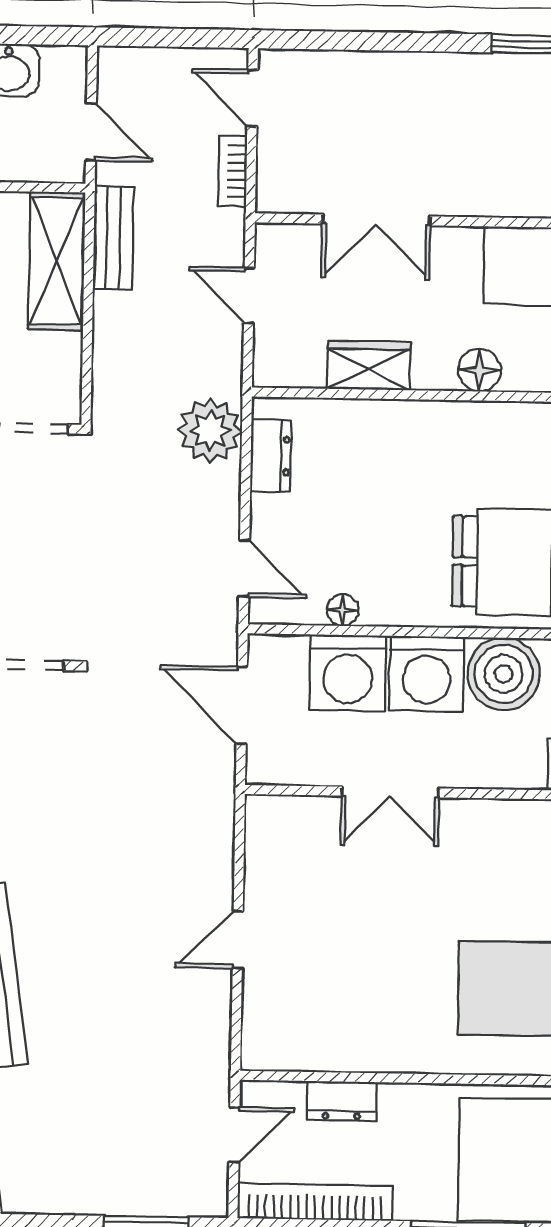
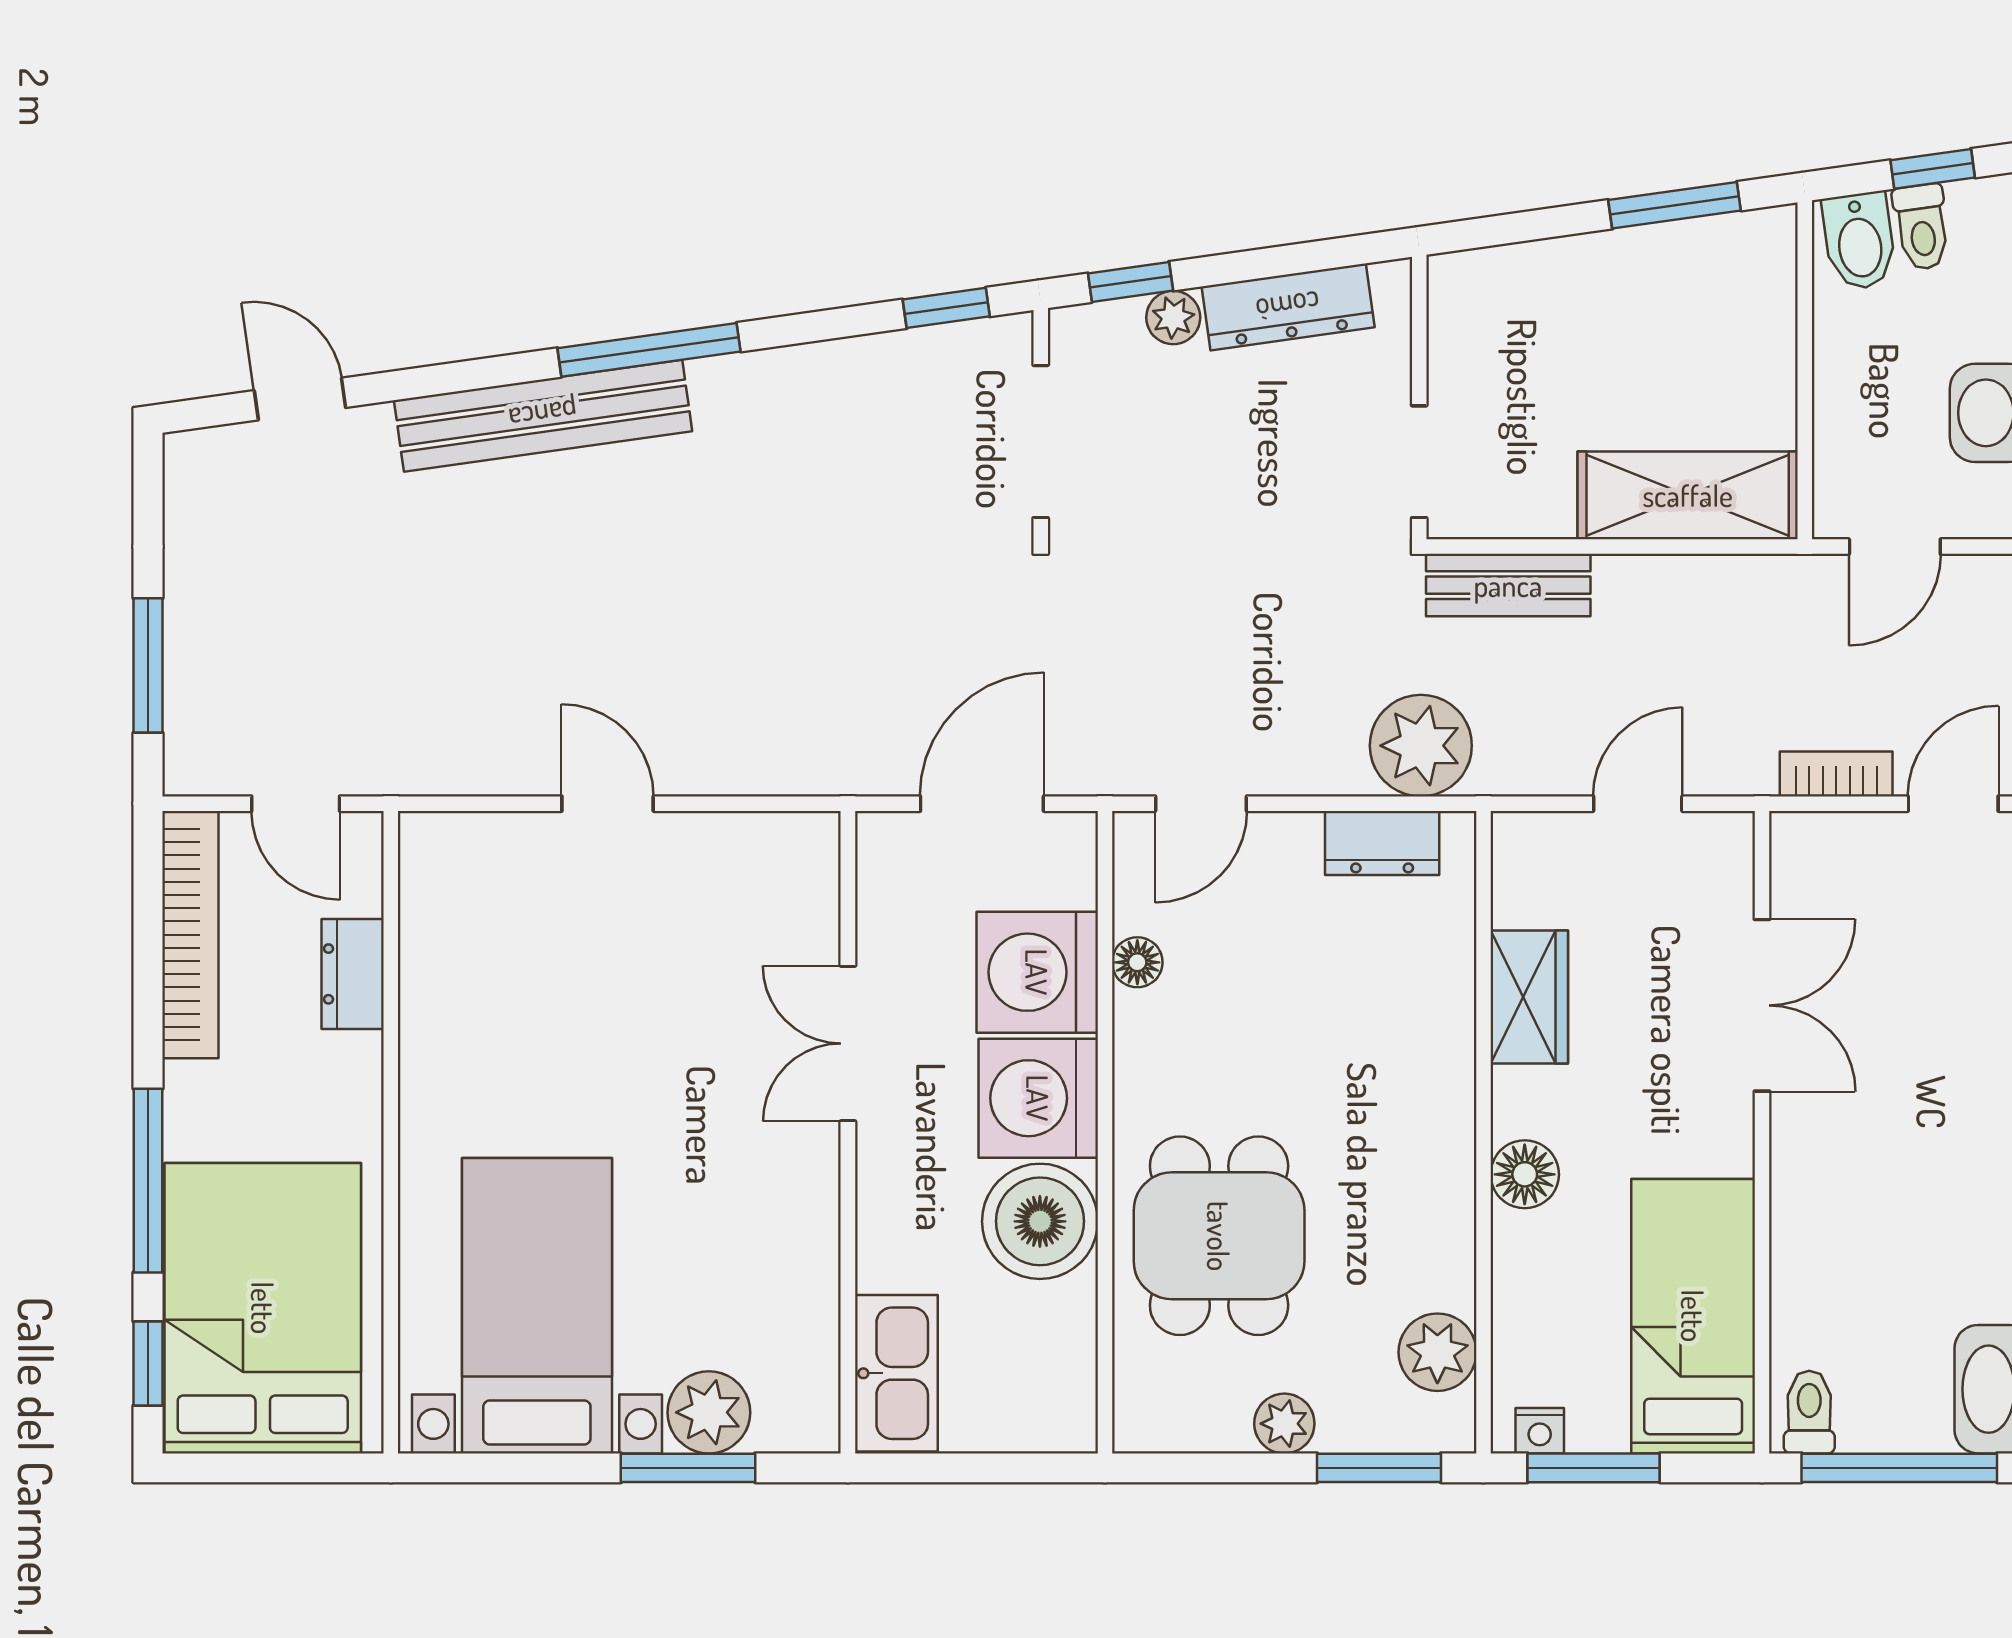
double door: (376, 220) -> (1762, 1005), swing flipped
bench: (113, 238) -> (1508, 585), moved

